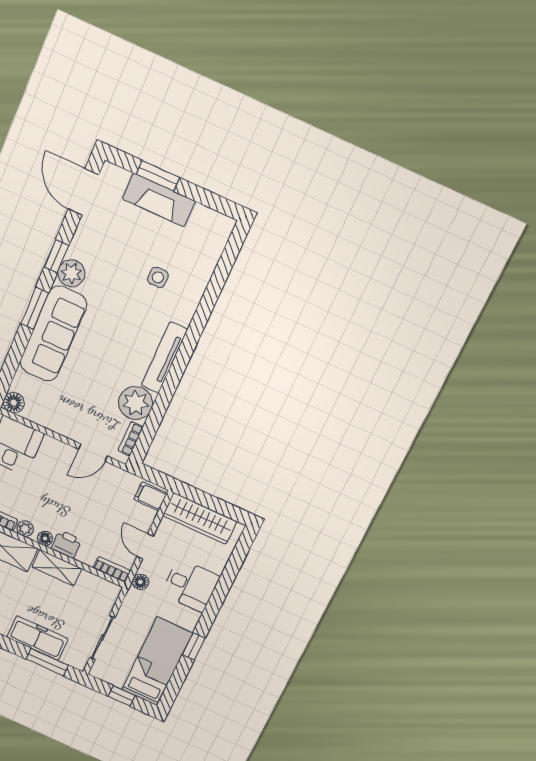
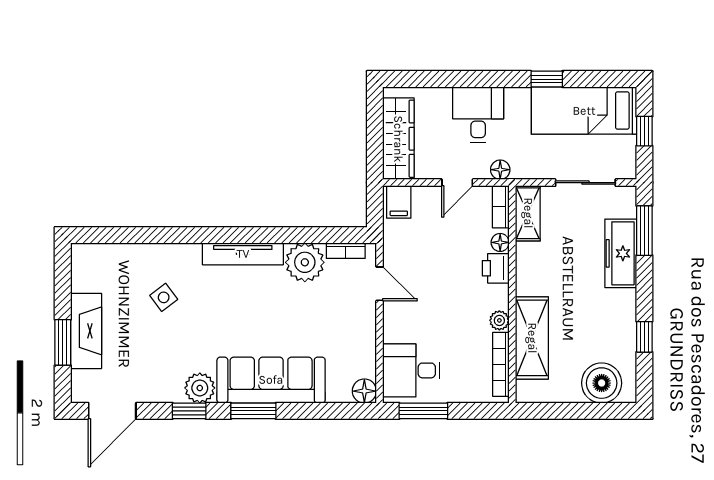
side table: (158, 277) -> (164, 297), turned -37
floor lamp: (45, 538) -> (500, 242), moved
shelving: (57, 568) -> (528, 213), moved

